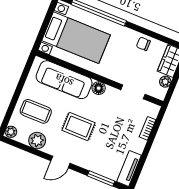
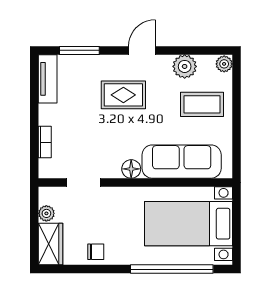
rug: (78, 127) -> (123, 95), moved

